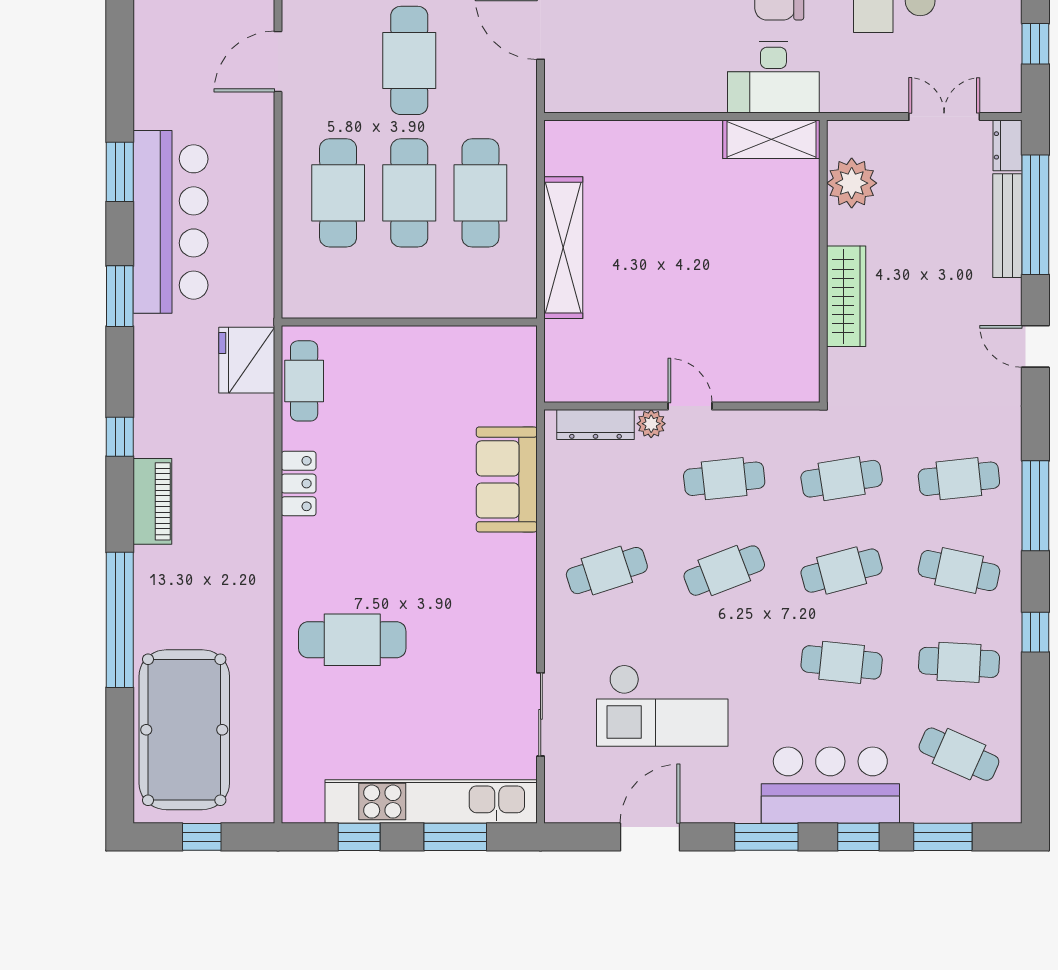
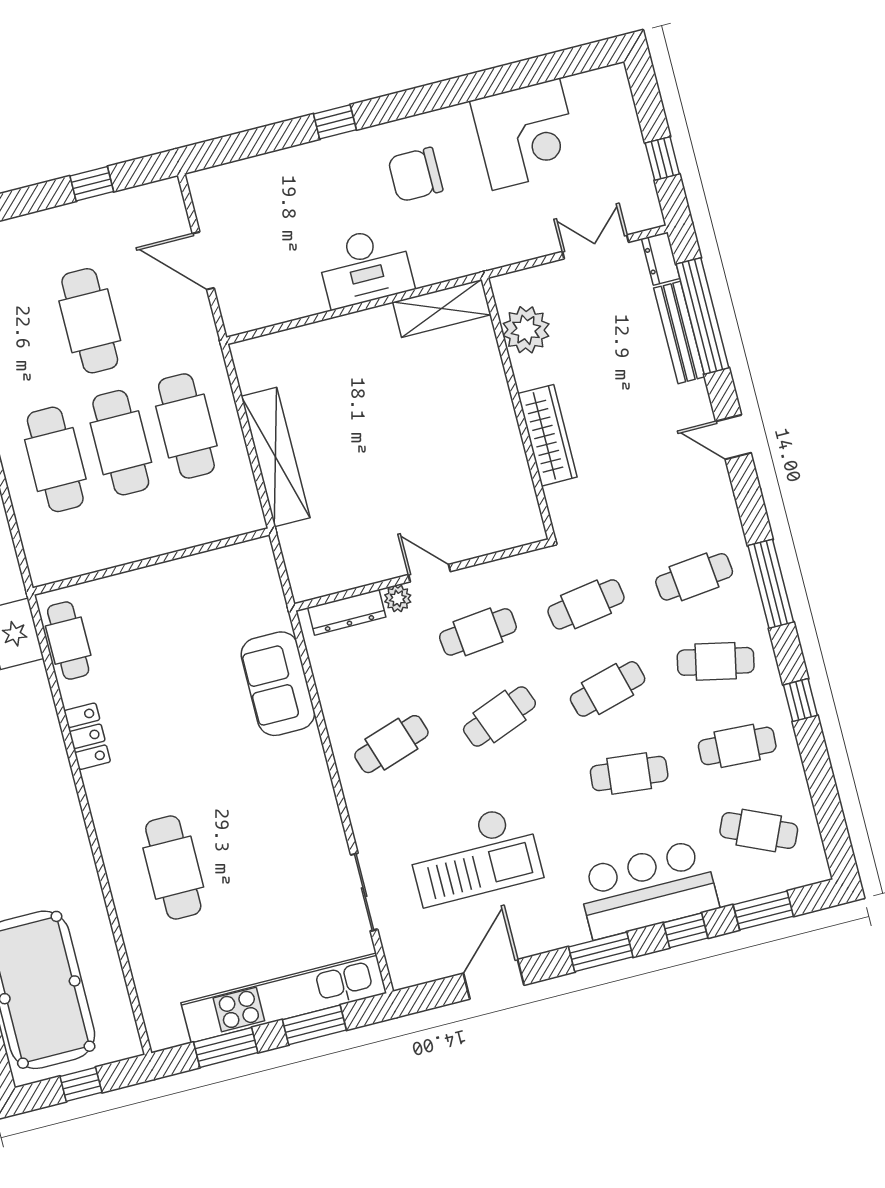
desk: (773, 77) -> (365, 267), moved
cafe table: (352, 640) -> (173, 868), turned 90
window: (359, 837) -> (226, 1047), width x1.50

